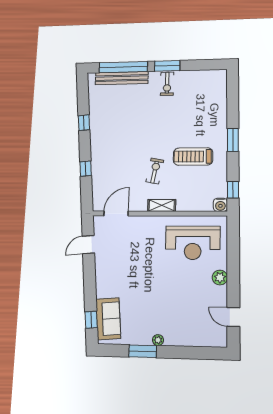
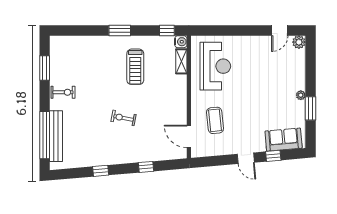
window: (167, 66) -> (45, 68), moved
exercise bike: (155, 171) -> (124, 118), moved
shelving: (162, 205) -> (181, 61), moved
coffee table: (132, 242) -> (215, 120), added
door: (88, 245) -> (246, 158), moved
plant: (220, 278) -> (299, 42), moved
window: (91, 320) -> (273, 156), moved

